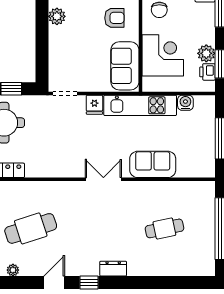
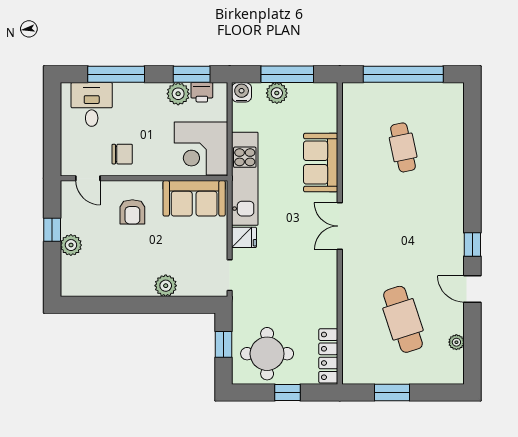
plant: (57, 16) -> (166, 286), moved
armchair: (114, 18) -> (132, 212), turned 180
corner desk: (163, 55) -> (201, 148), moved, turned -90
water cooler: (185, 103) -> (242, 92), moved, turned 90
plant: (207, 130) -> (277, 93), added
dresser: (113, 269) -> (455, 213), removed

